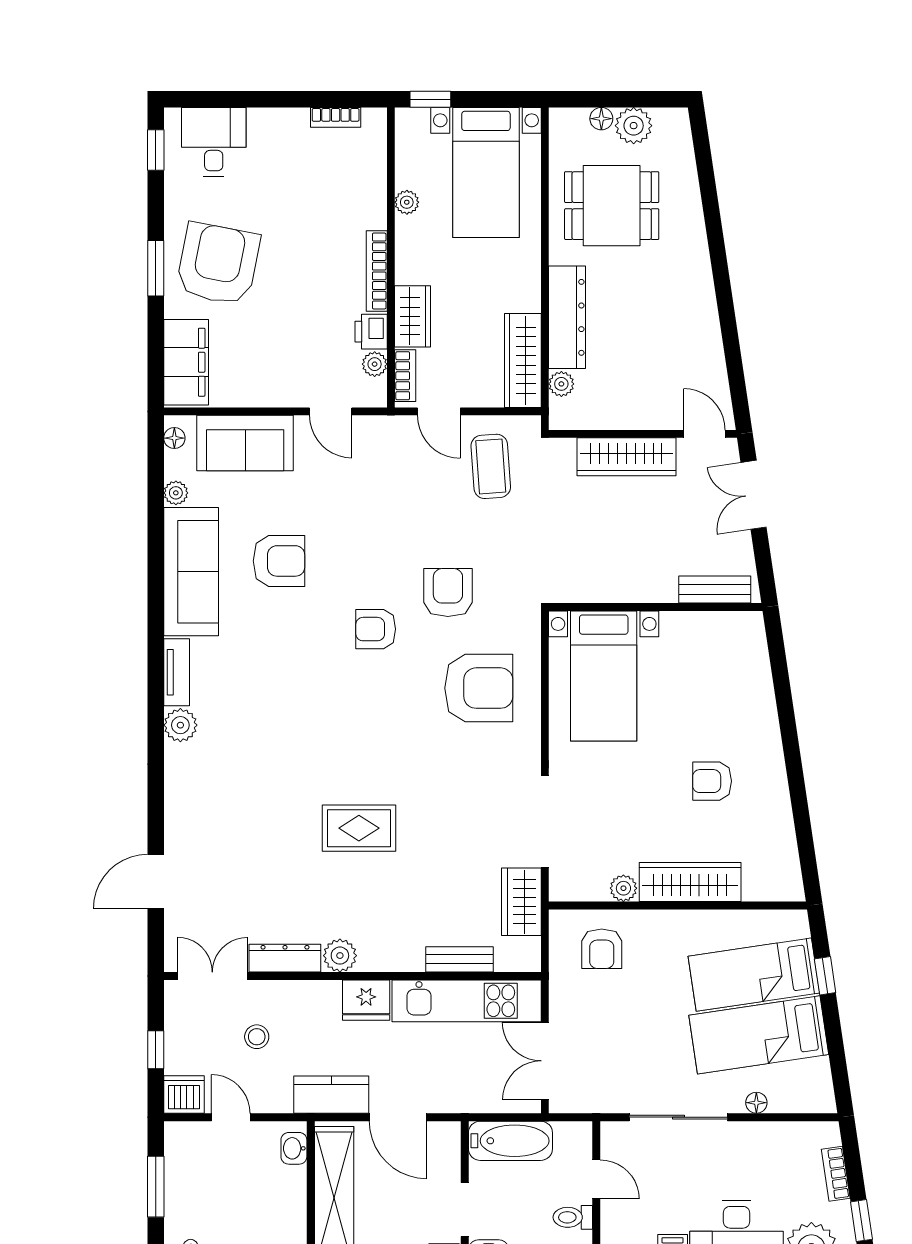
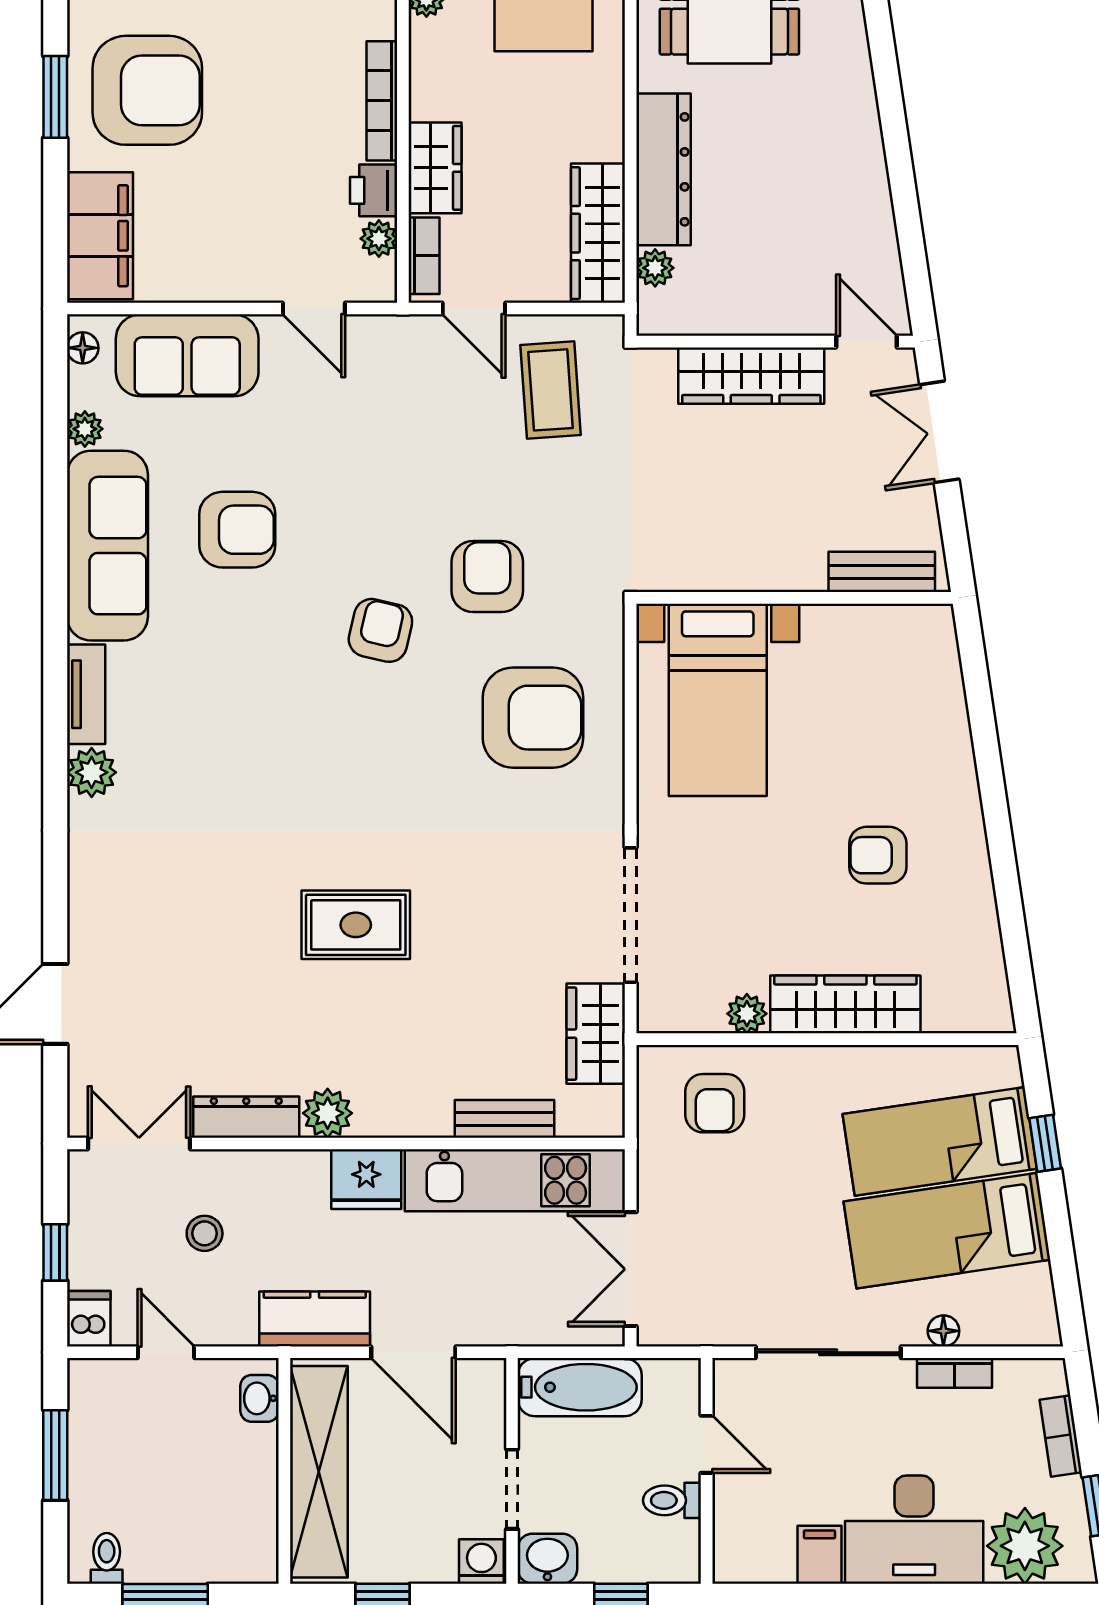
armchair: (218, 264) -> (147, 90), turned 79
armchair: (376, 629) -> (380, 630), turned 103
dishwasher: (184, 1094) -> (89, 1319), width x0.73
bookcase: (764, 1131) -> (955, 1373), added

